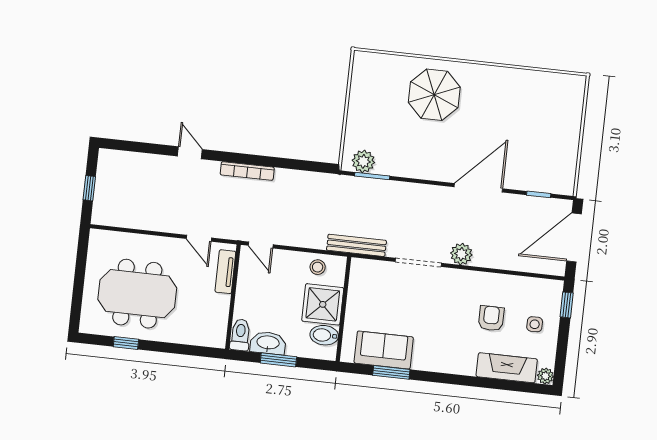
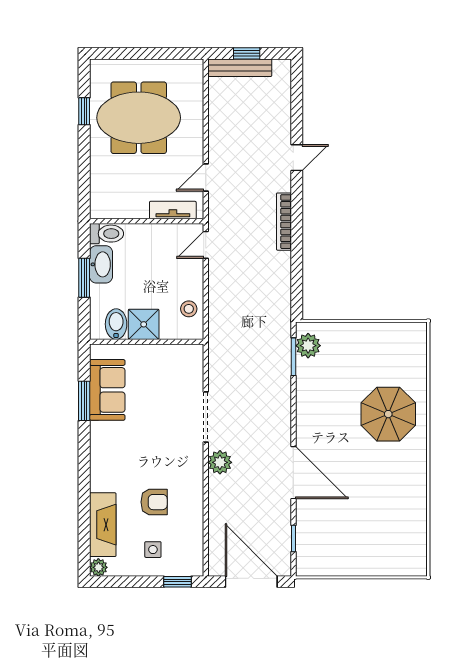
bench: (356, 245) -> (240, 68), moved, turned 90
meeting table: (137, 294) -> (139, 118), turned 90
shower: (323, 304) -> (144, 324), width x0.73, depth x0.73

